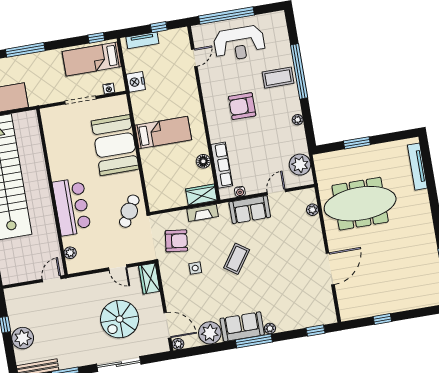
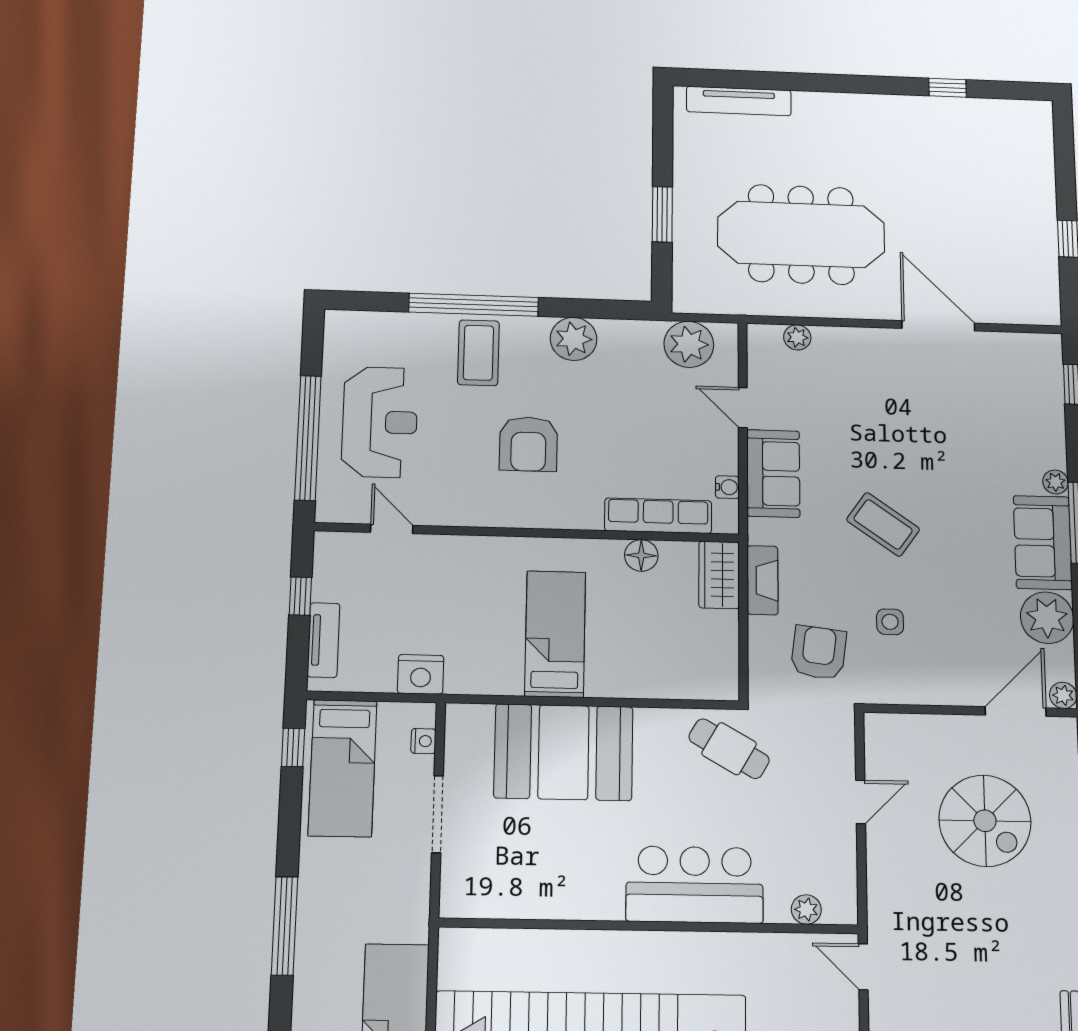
plant: (298, 120) -> (574, 339), width x1.87, depth x1.87
meeting table: (360, 204) -> (801, 234), turned 90
wardrobe: (149, 279) -> (898, 733), removed

